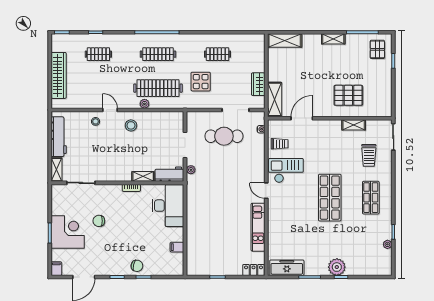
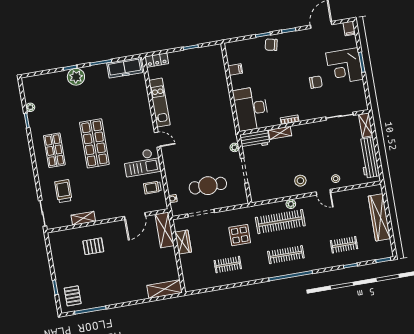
shelving: (333, 39) -> (117, 299), removed
pallet: (348, 95) -> (93, 246), width x0.67, depth x0.71

